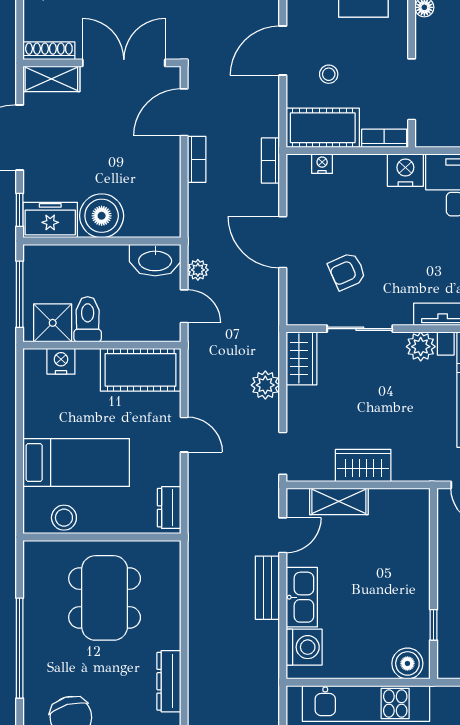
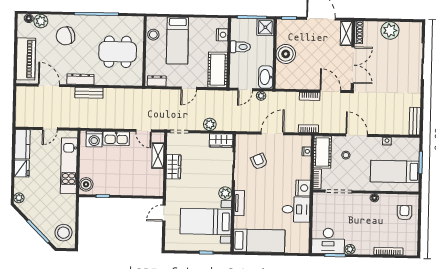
freezer: (50, 220) -> (284, 31), removed
shower: (53, 323) -> (265, 27), moved
bench: (267, 588) -> (89, 93), moved

